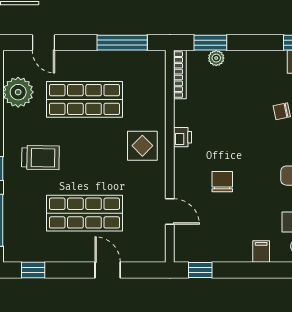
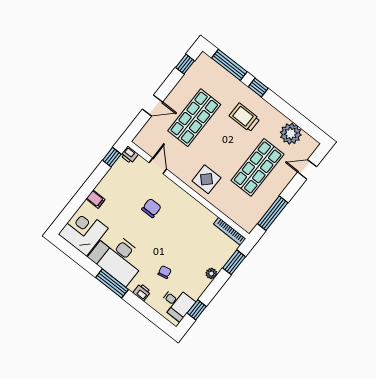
plant: (216, 58) -> (211, 274), moved
printer: (182, 137) -> (129, 155), moved
trolley: (40, 158) -> (244, 117), turned 89
chair: (222, 182) -> (151, 208), turned -90
door: (170, 211) -> (158, 166), swing flipped

